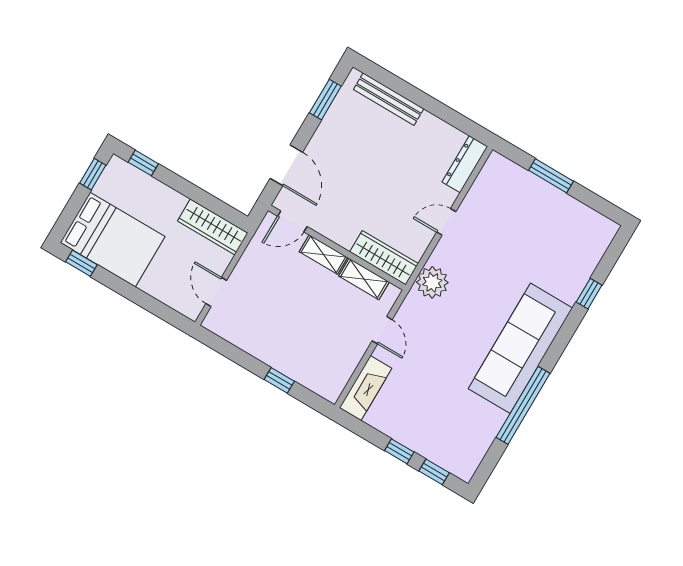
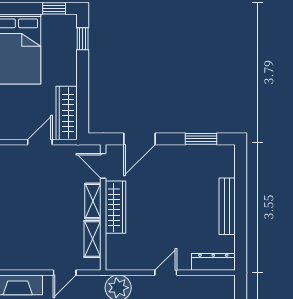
bench: (389, 99) -> (227, 206), moved
door: (446, 222) -> (166, 273), hinge flipped
wardrobe: (384, 258) -> (115, 207), moved
door: (216, 292) -> (40, 142), moved

